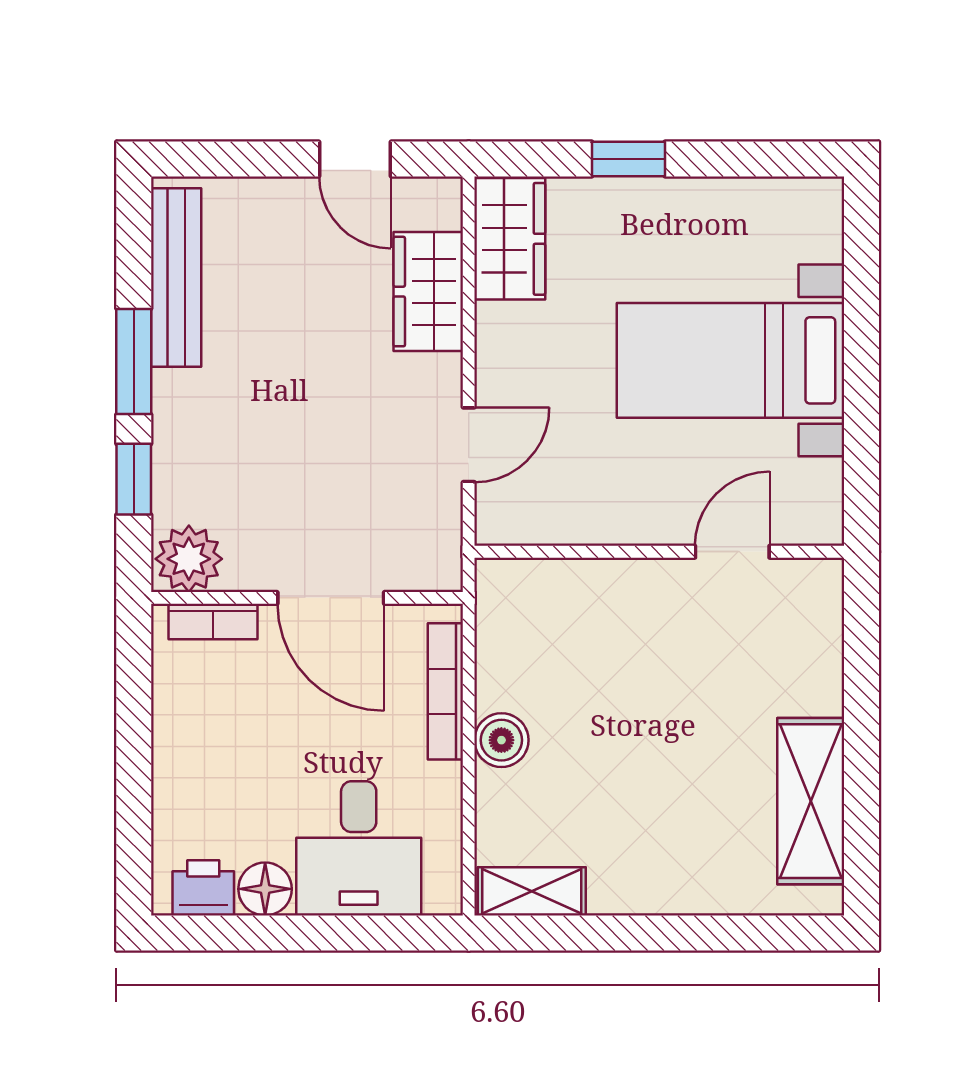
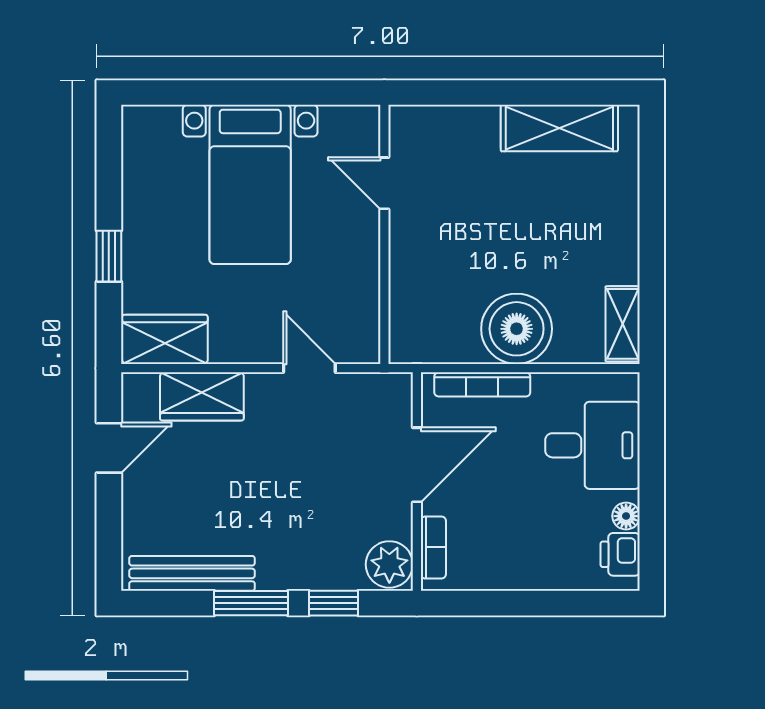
boiler: (501, 740) -> (517, 329), width x1.86, depth x1.86
floor lamp: (265, 889) -> (626, 516), width x0.73, depth x0.73

